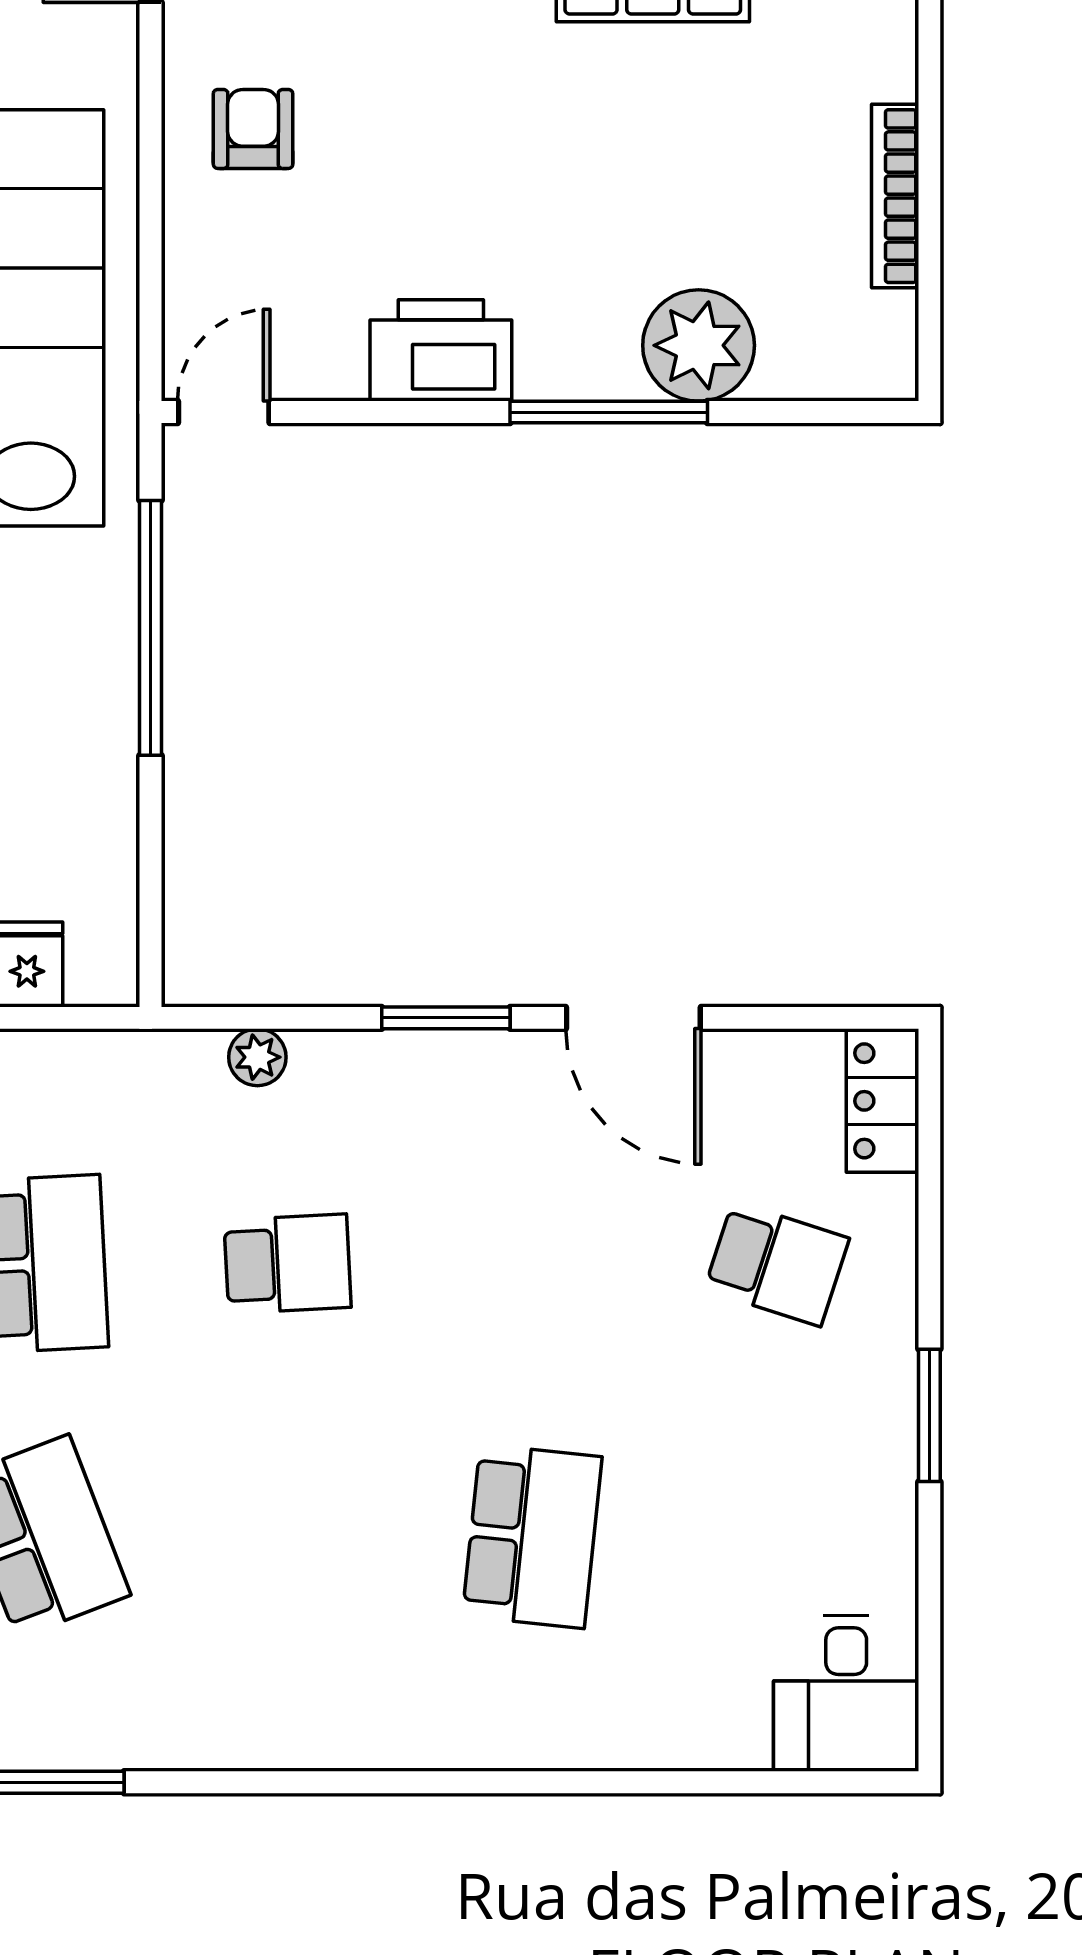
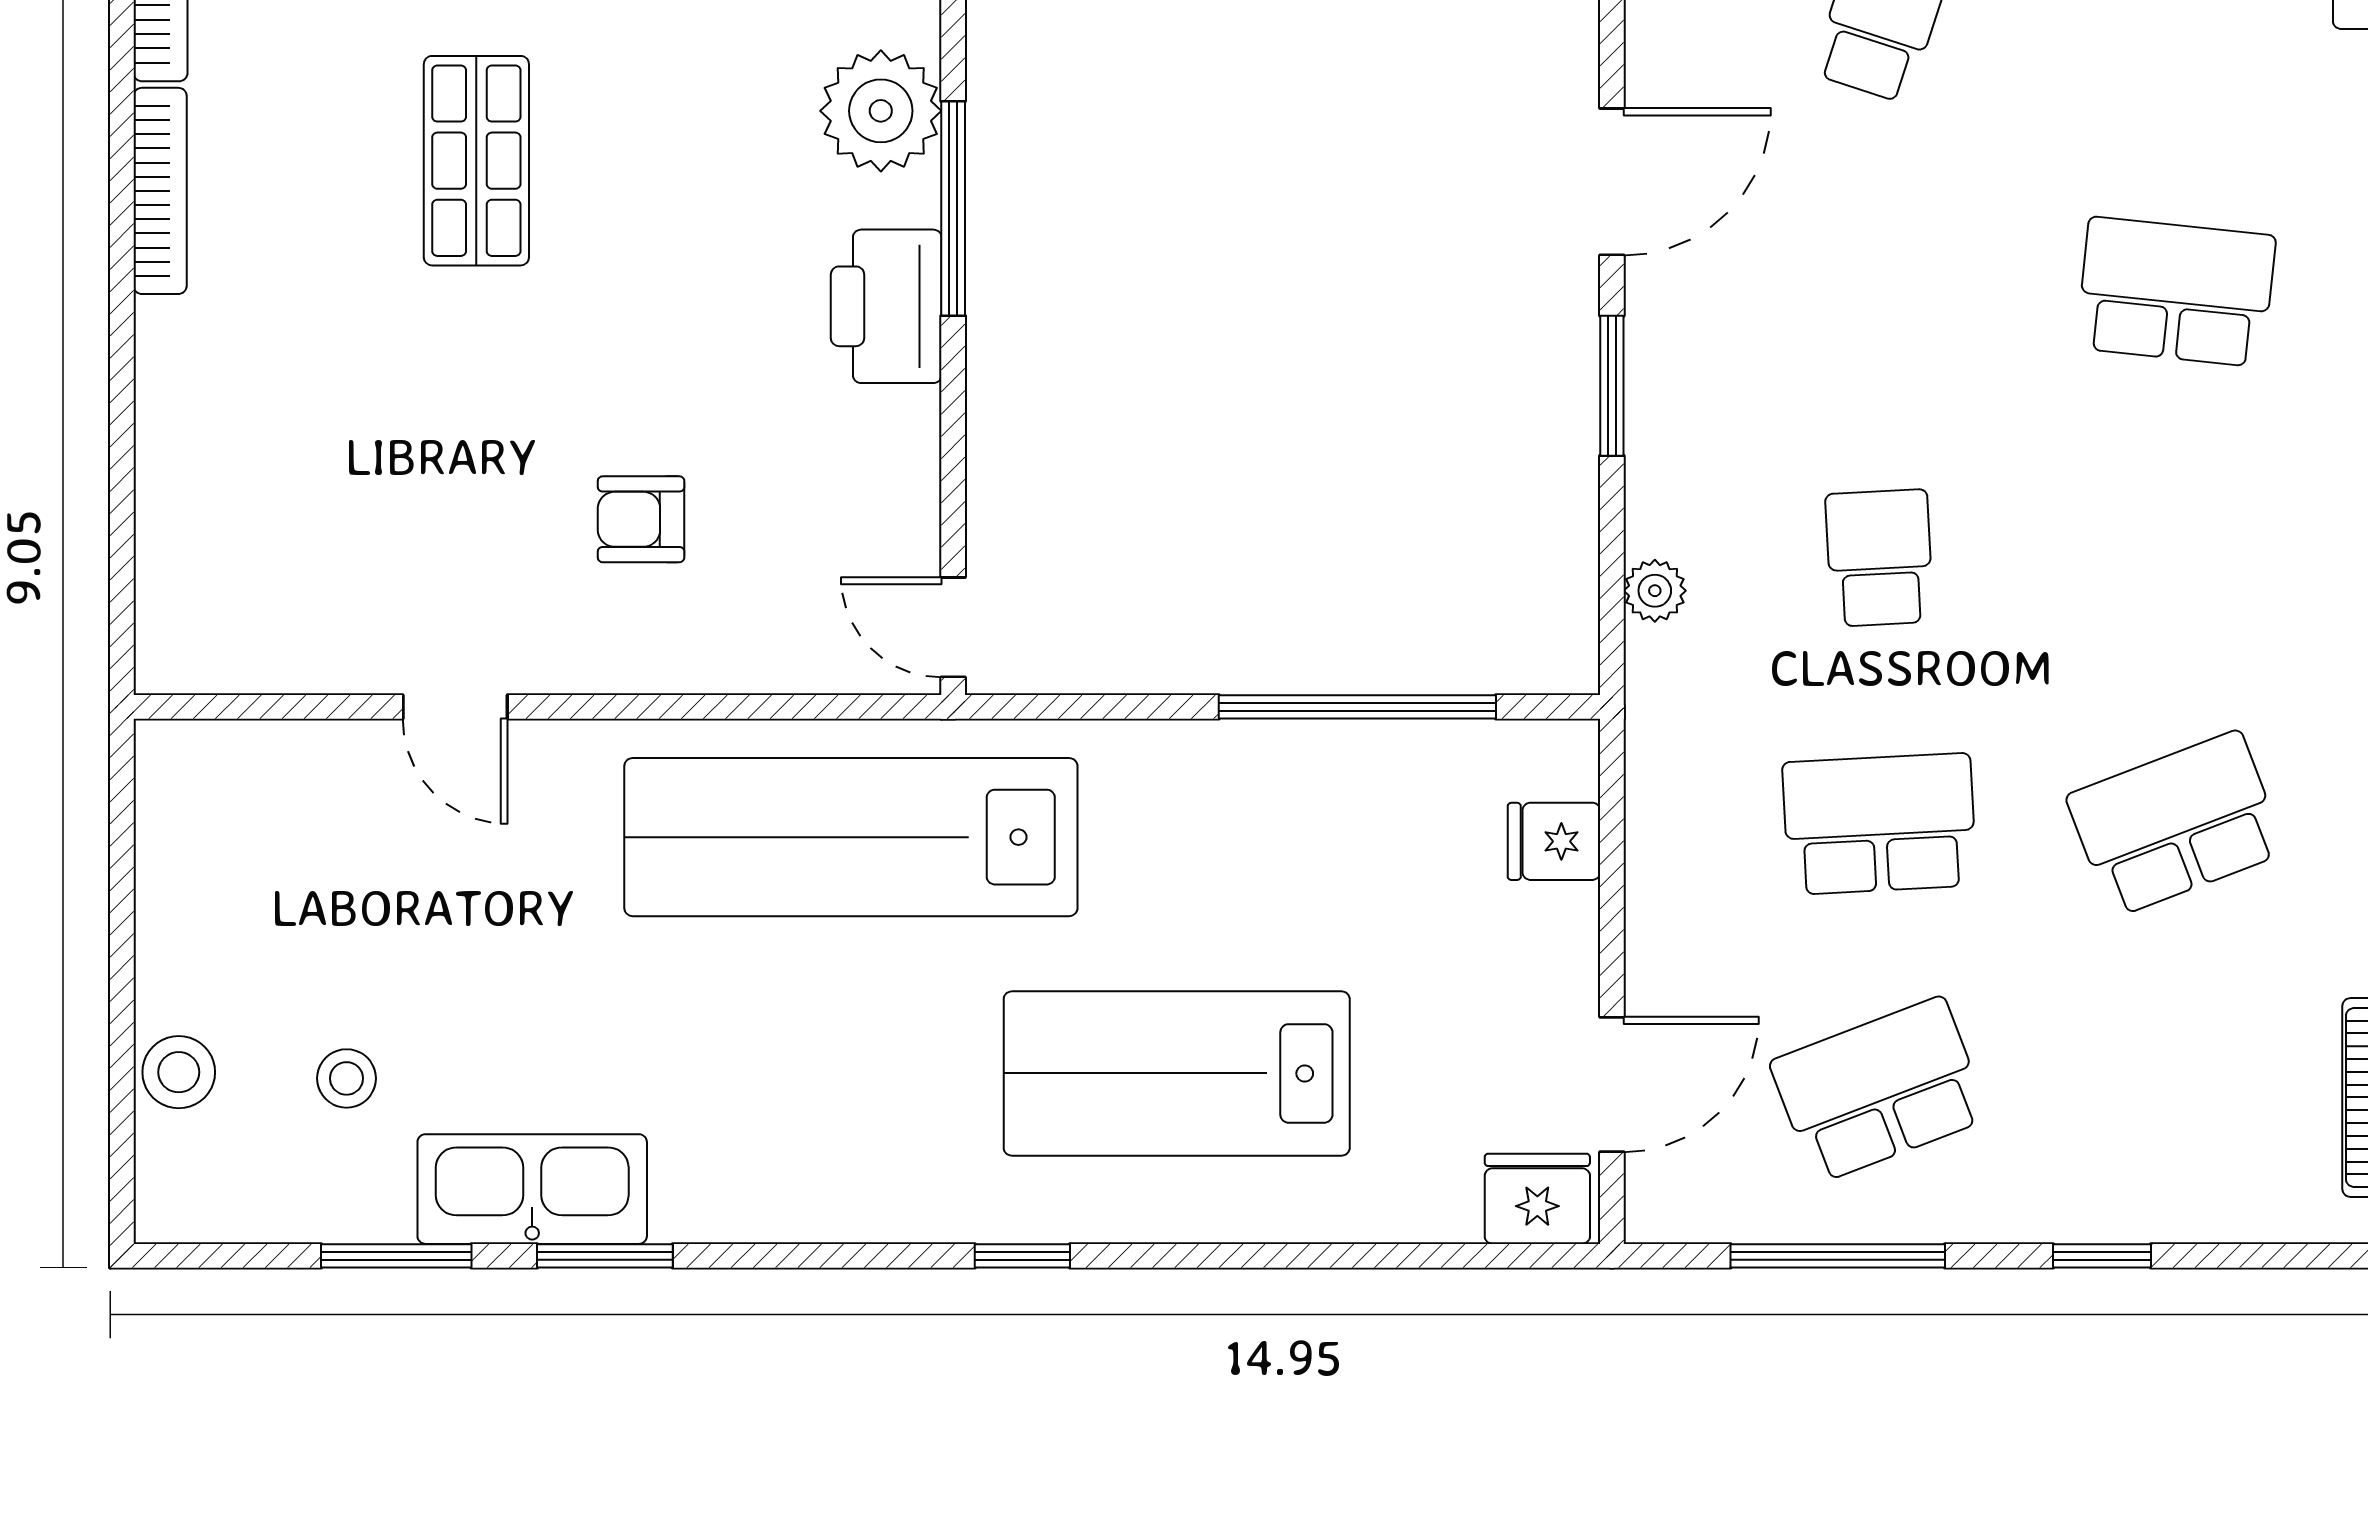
armchair: (253, 129) -> (641, 519), moved
printer: (441, 350) -> (886, 306), moved
window: (151, 628) -> (1357, 707), moved

